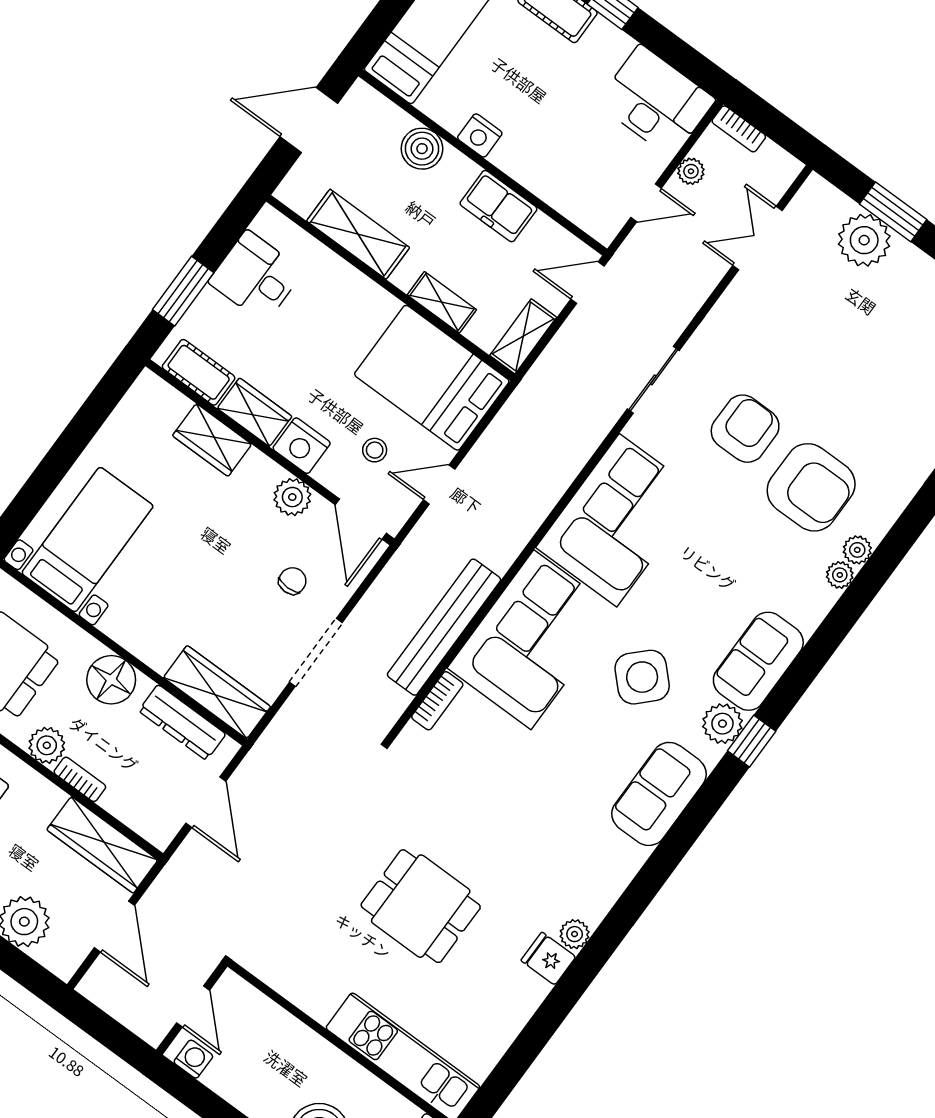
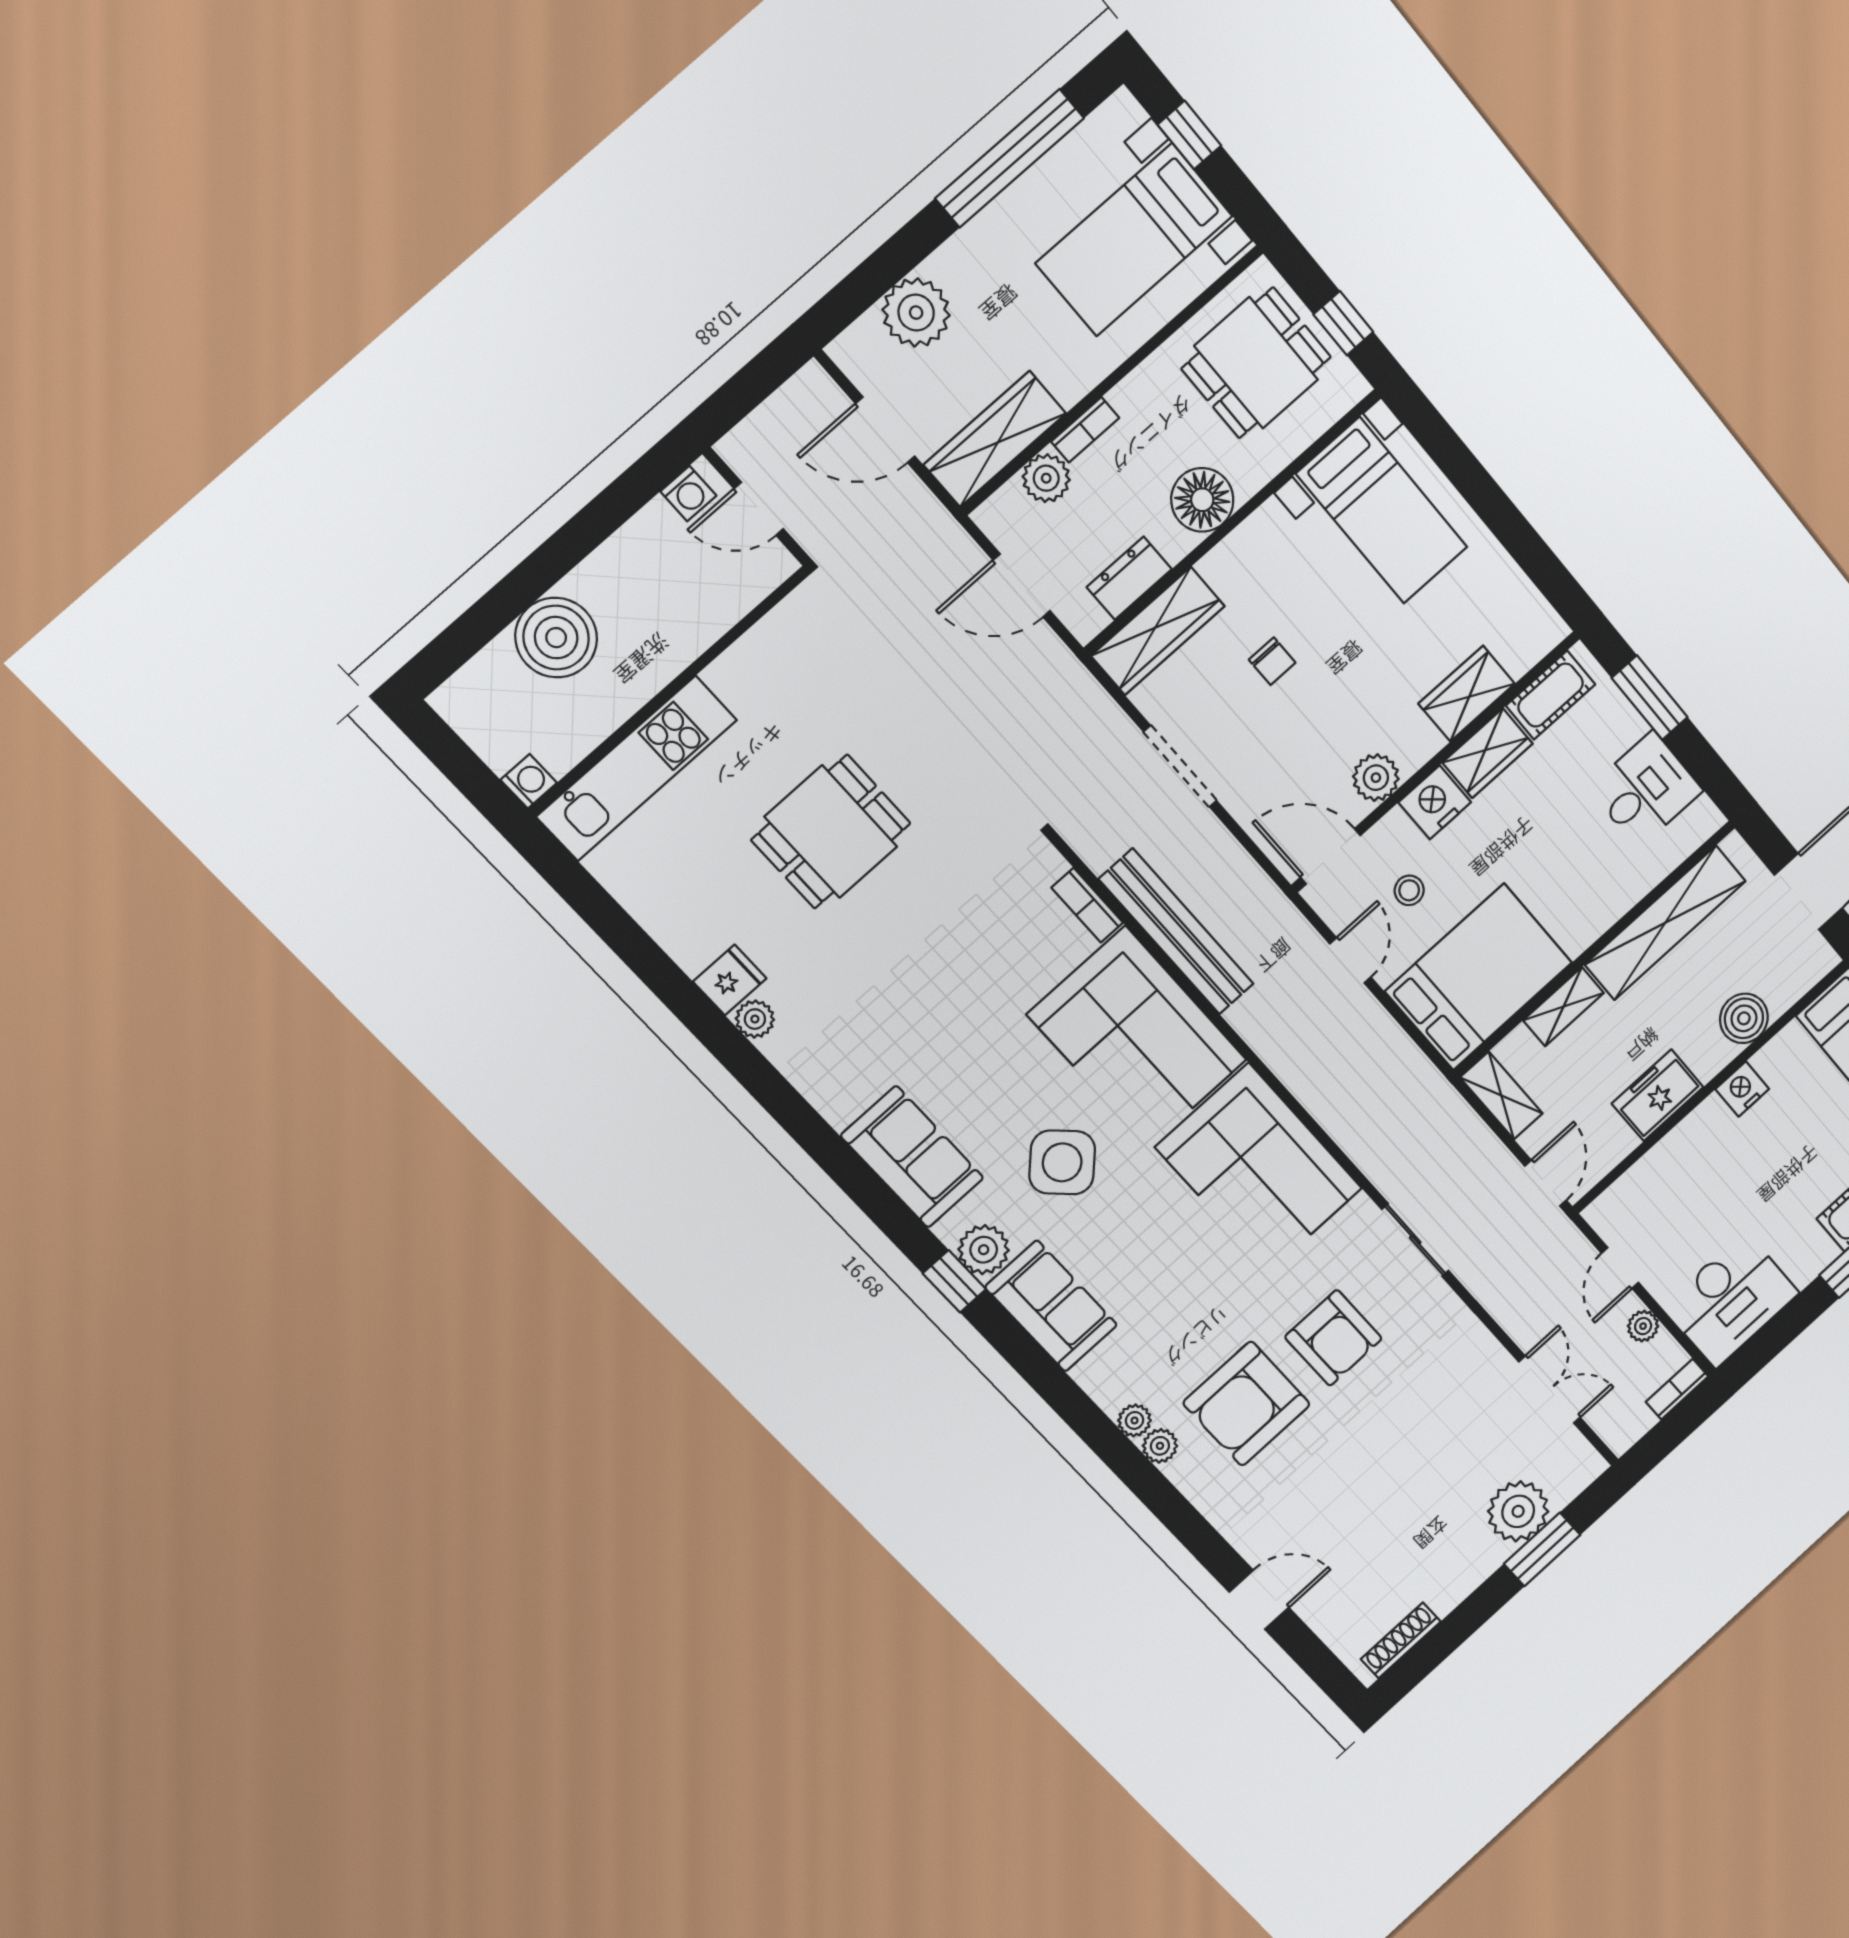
shelving: (358, 234) -> (1665, 923), width x1.47
chair: (292, 581) -> (1272, 661), moved
dresser: (182, 722) -> (1129, 578), width x0.70
plant: (47, 745) -> (1046, 478), moved

